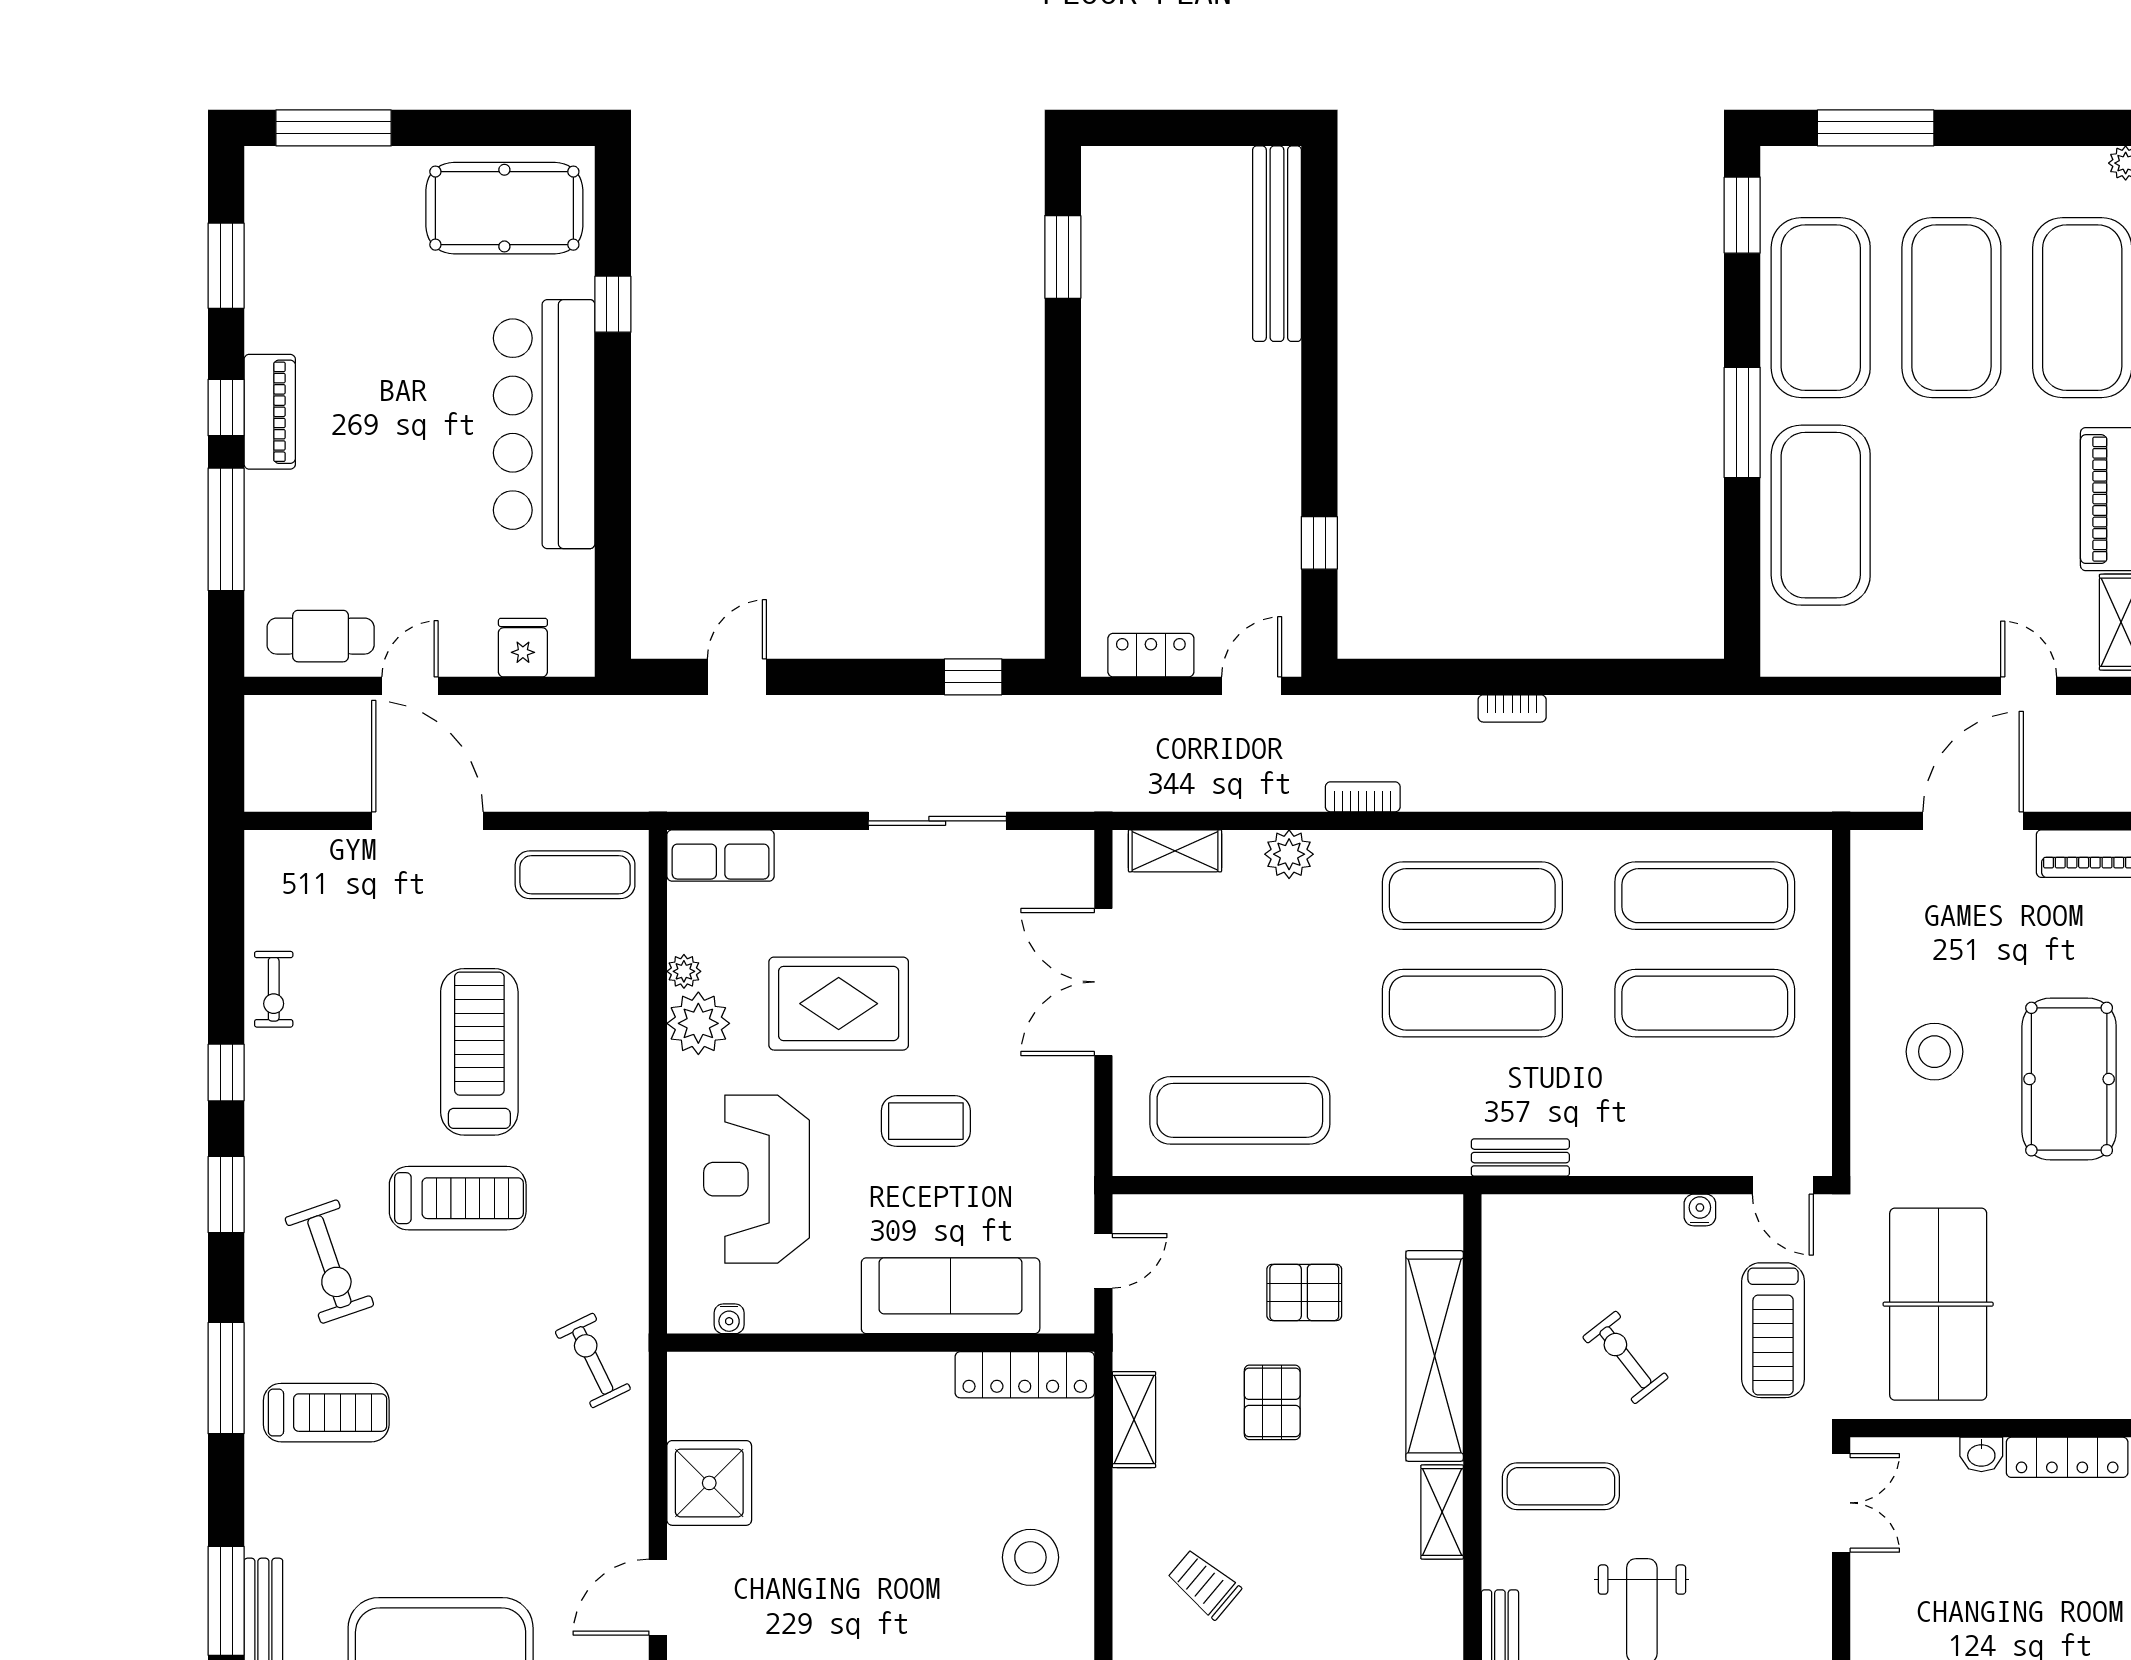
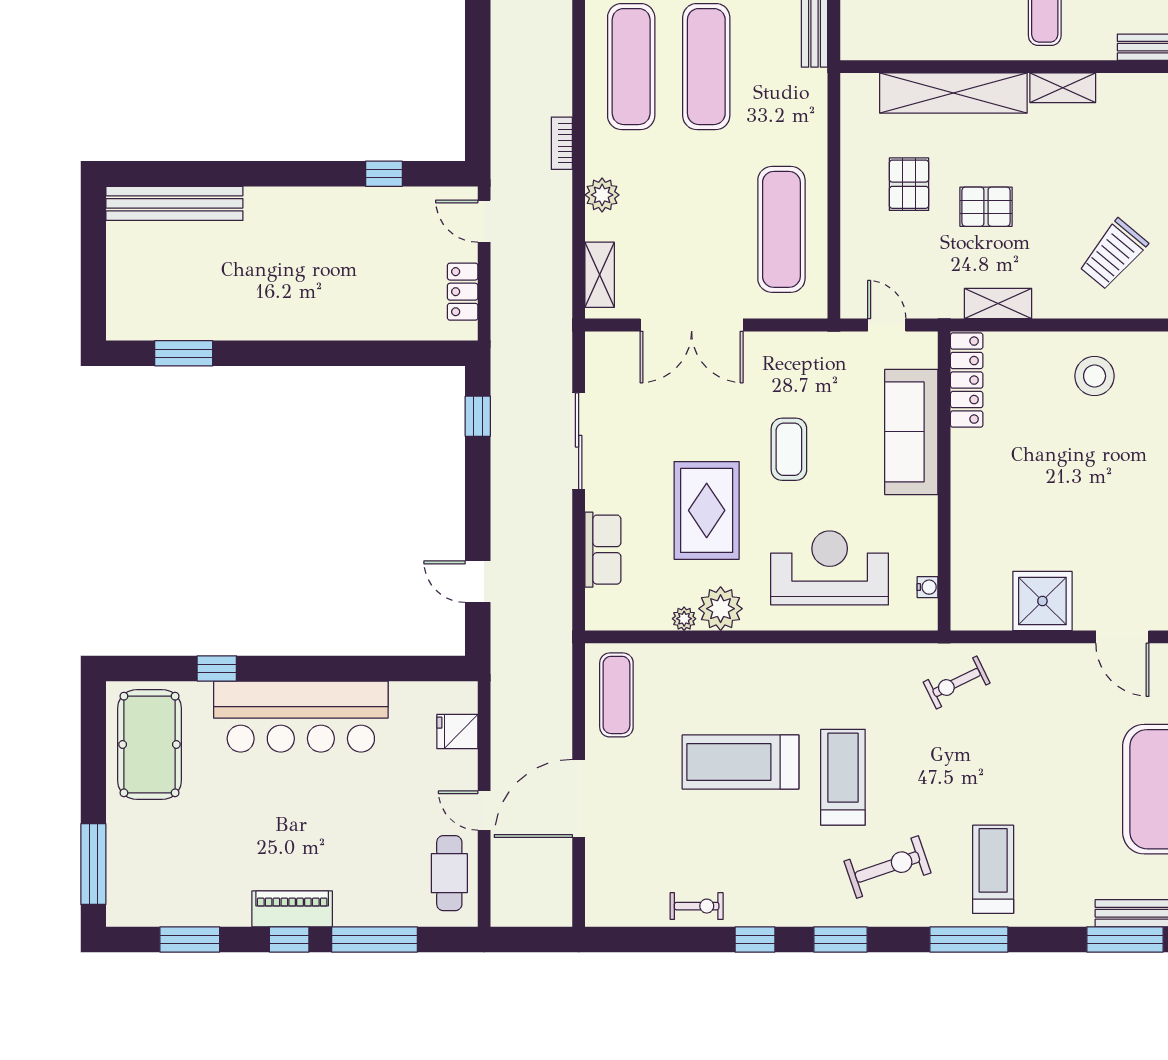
bookcase: (1512, 708) -> (500, 39), removed
row of seats: (721, 855) -> (603, 550), moved
reception desk: (757, 1179) -> (830, 568), turned 180
trolley: (1204, 1584) -> (1113, 254), width x1.36, depth x1.39

